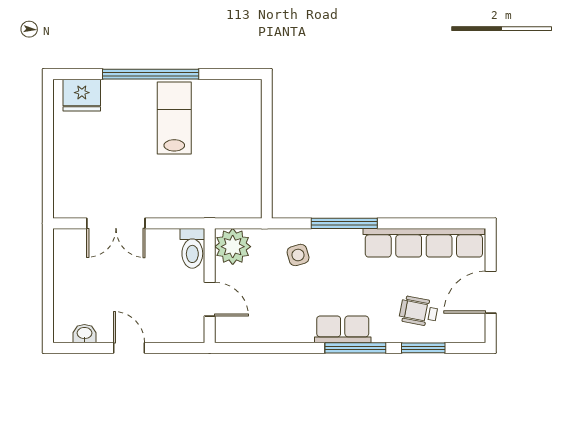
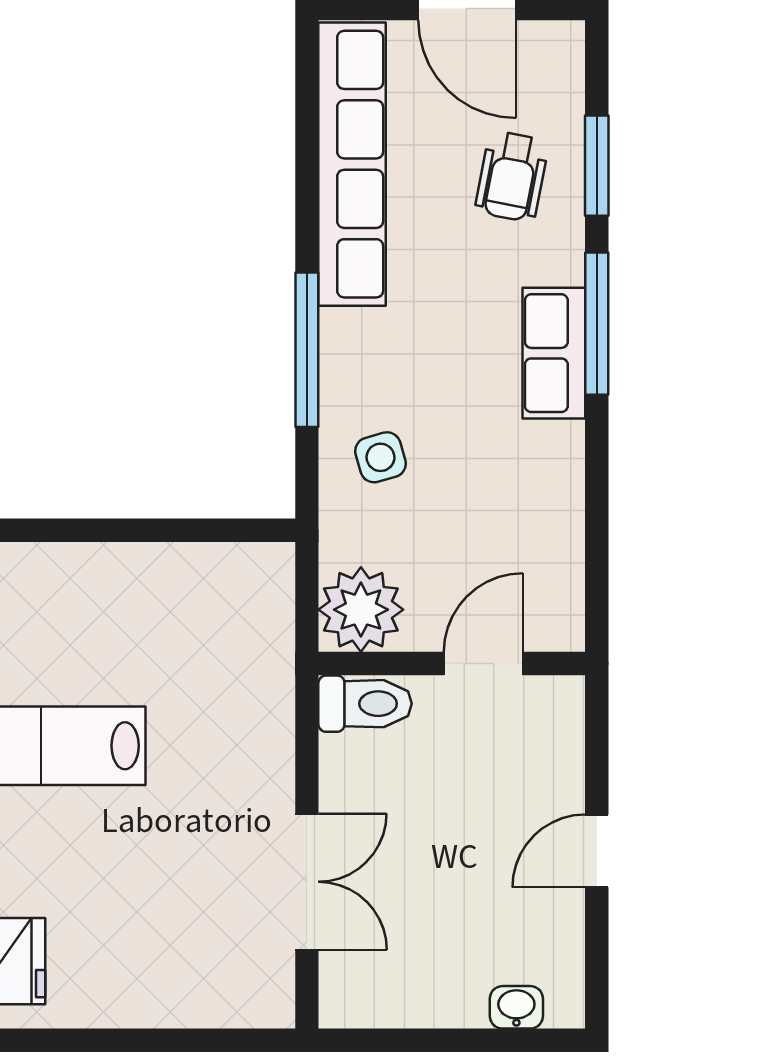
washbasin: (84, 334) -> (516, 1007), moved, turned 90

